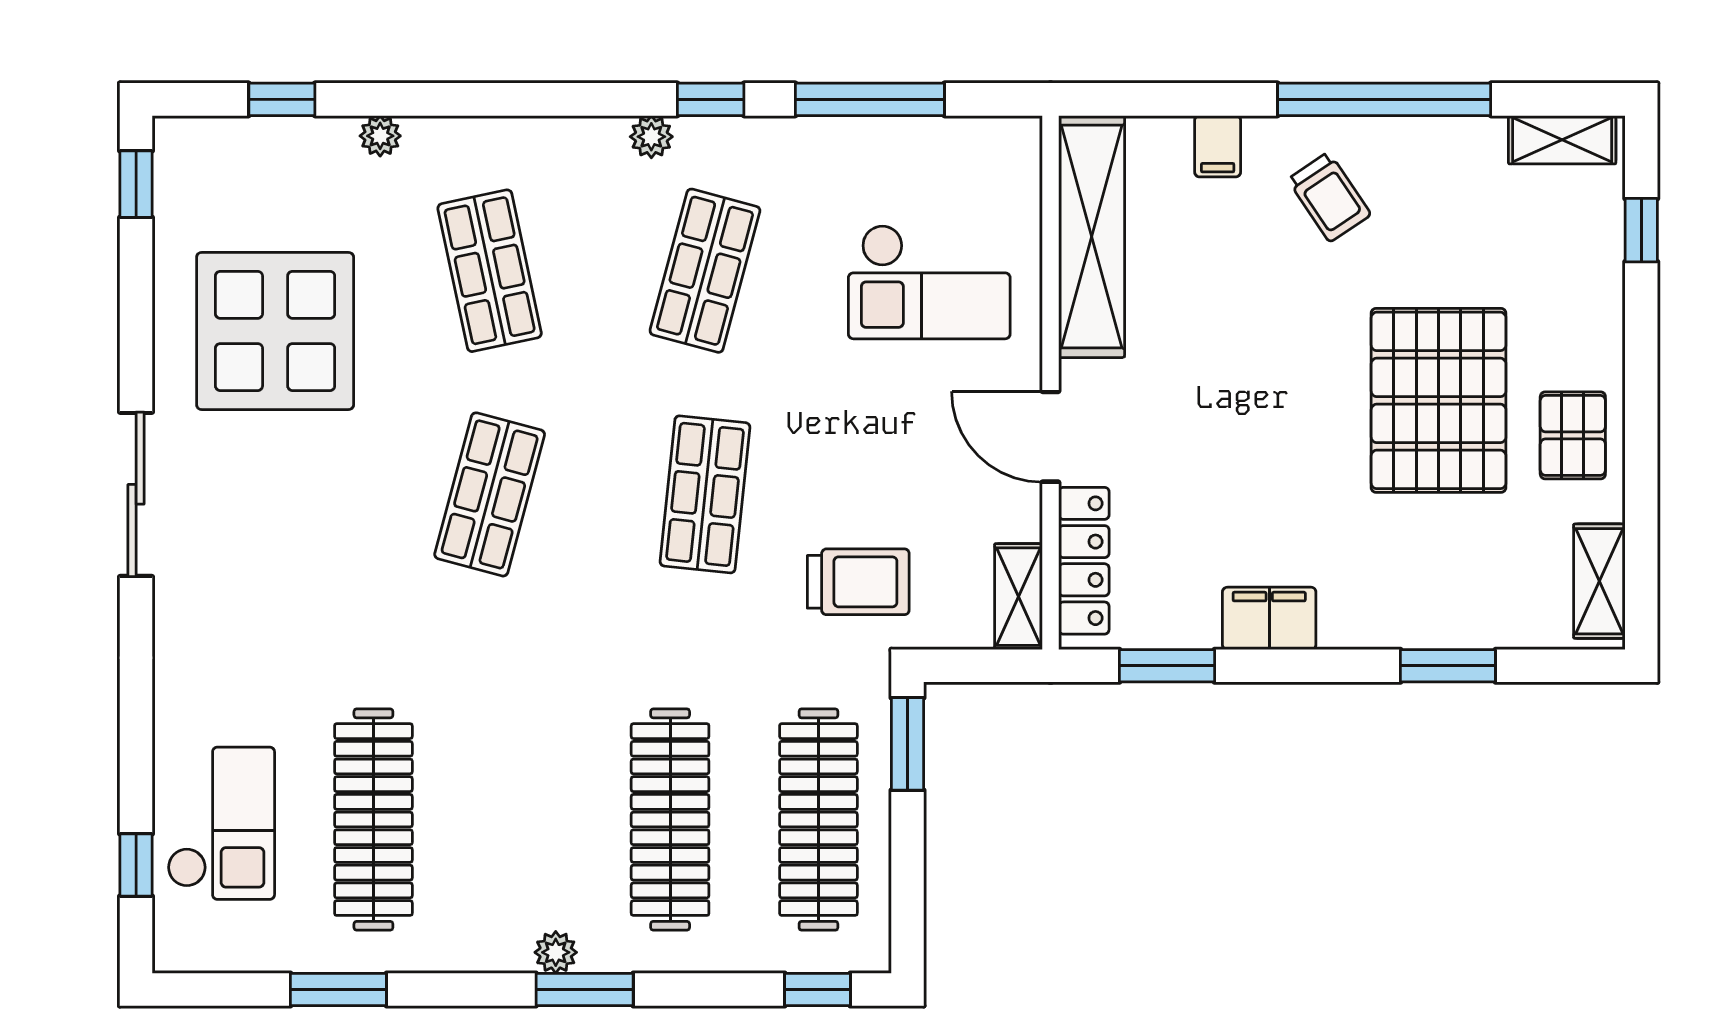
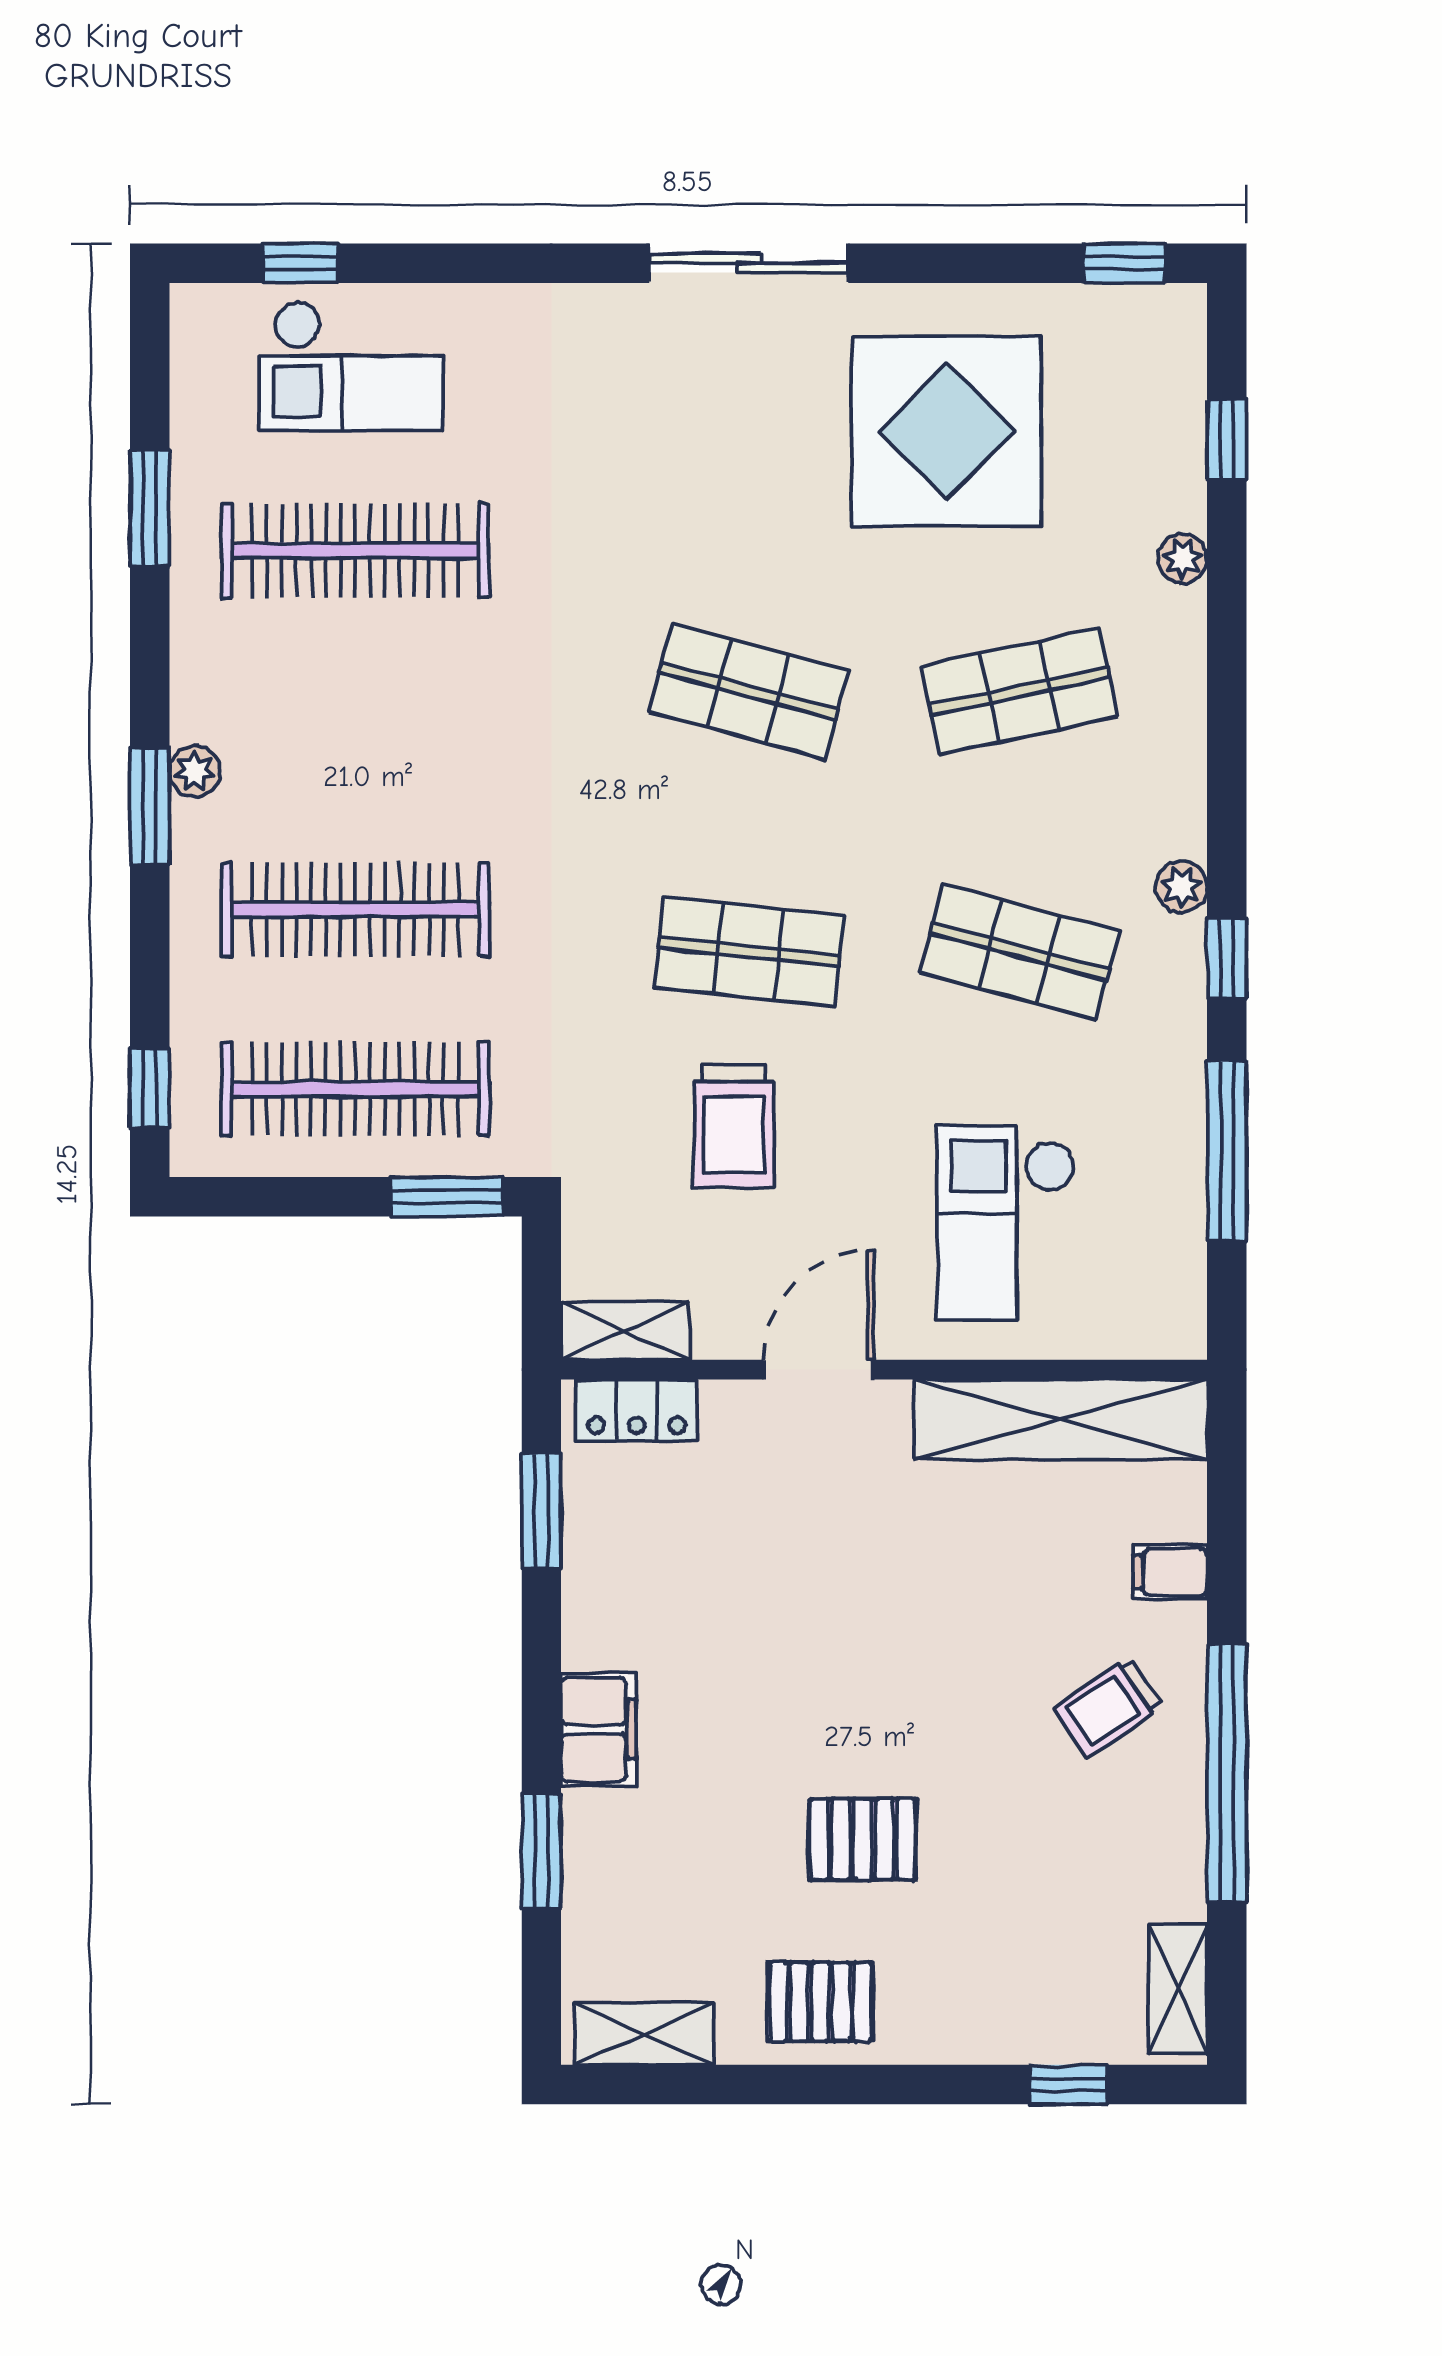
pallet: (1439, 400) -> (862, 1839), width x0.49, depth x0.50
locker: (1084, 561) -> (637, 1410), width x0.66
trolley: (858, 582) -> (734, 1126), moved
filing cabinet: (1269, 618) -> (599, 1729), moved

